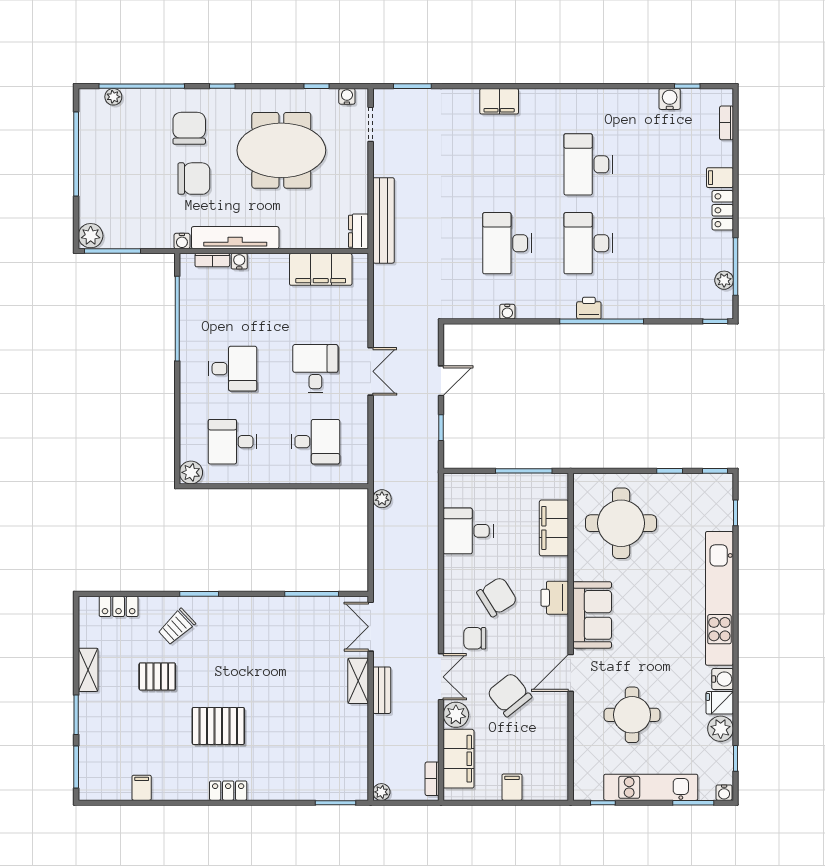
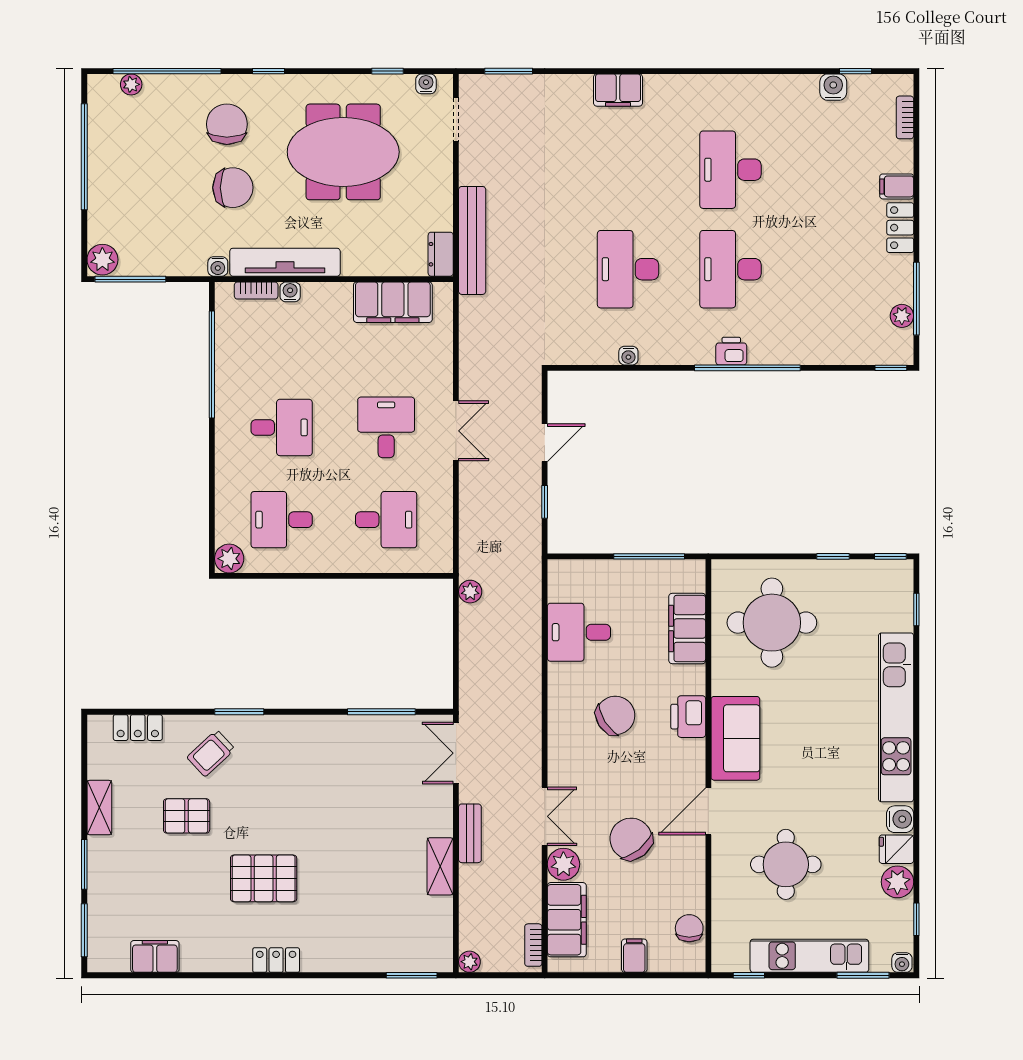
chair: (475, 638) -> (689, 928), moved, turned 90
shelving: (358, 681) -> (440, 866), moved
filing cabinet: (142, 788) -> (155, 956), width x2.00

